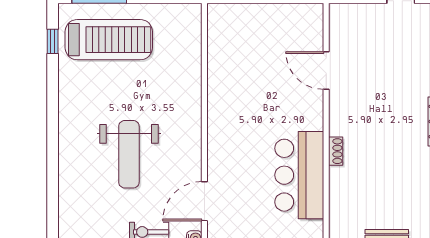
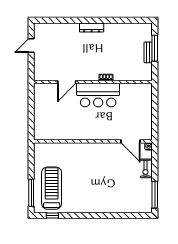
weight bench: (129, 154) -> (108, 178), removed
bar counter: (299, 175) -> (98, 95), moved

